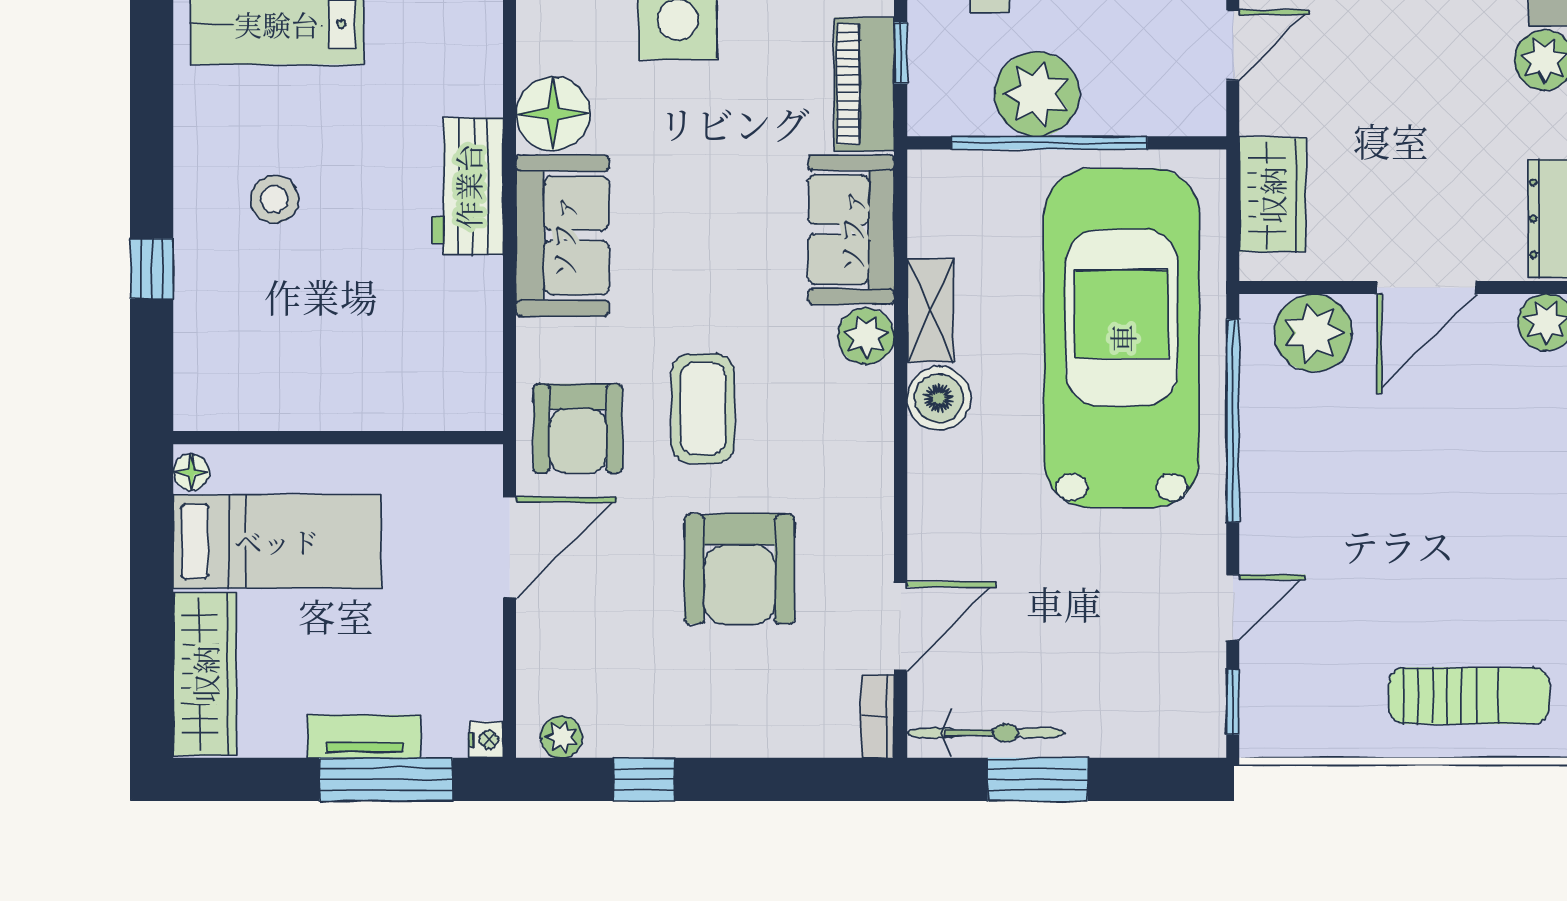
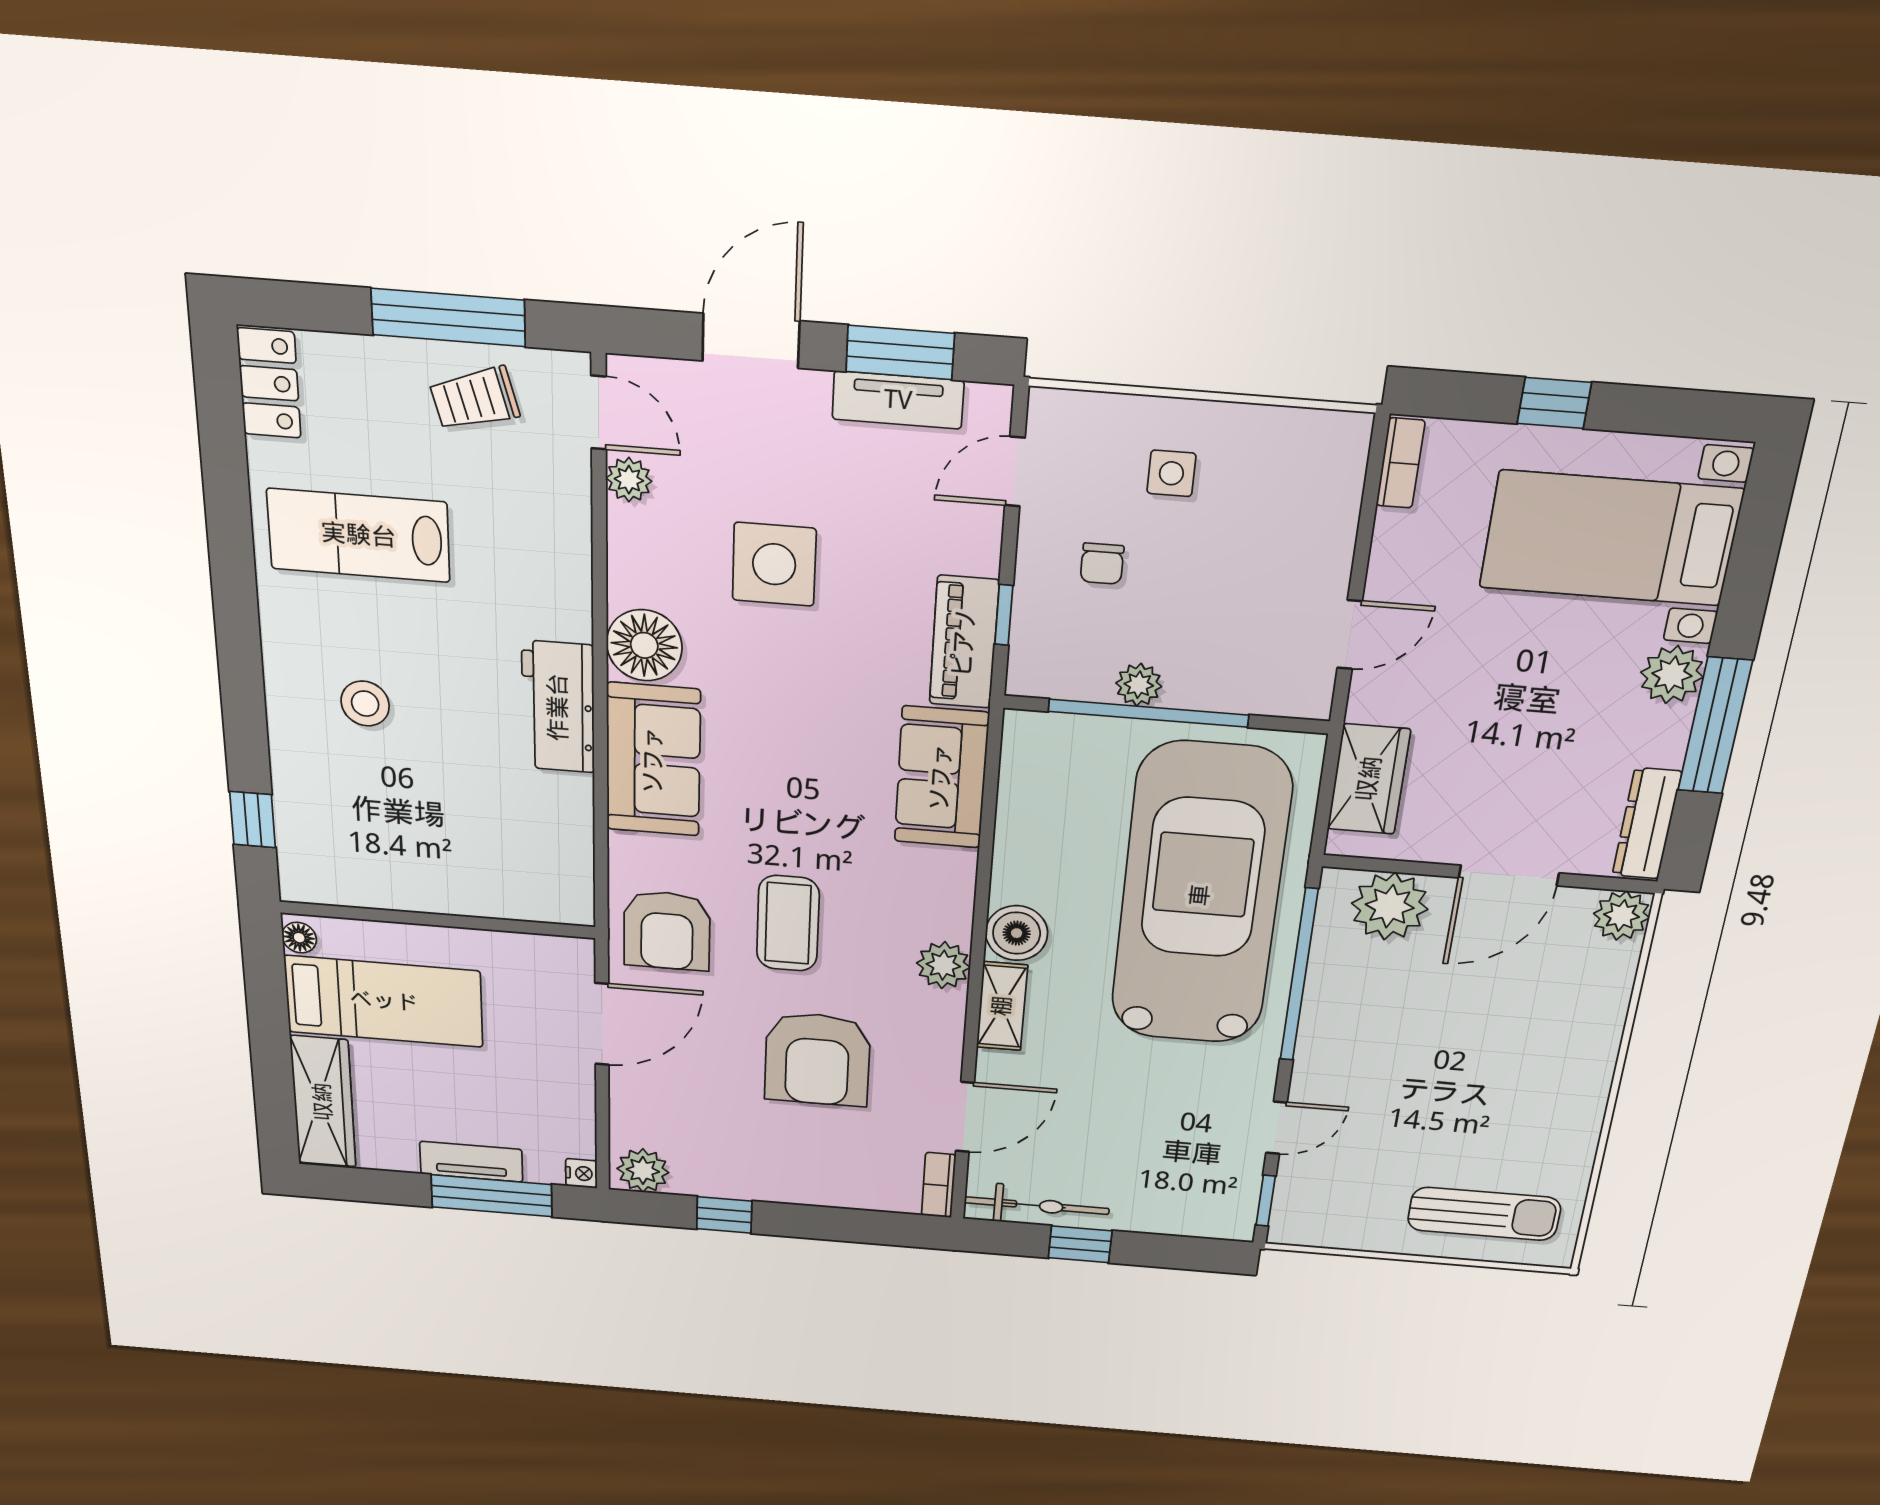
plant: (1037, 94) -> (1139, 685), width x0.53, depth x0.53
window: (152, 269) -> (253, 820), moved
shelving: (930, 310) -> (1002, 1006), moved
plant: (866, 336) -> (943, 965), moved
plant: (562, 737) -> (643, 1170), width x1.38, depth x1.38
window: (1038, 779) -> (1080, 1244), width x0.67

